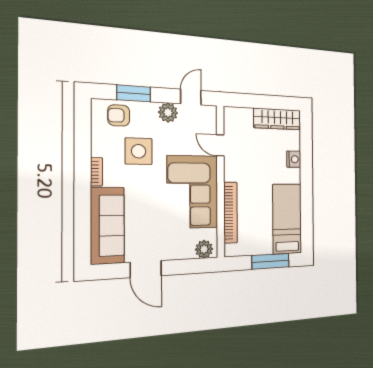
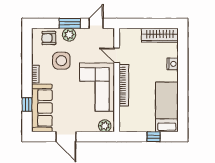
window: (134, 93) -> (70, 23), moved
plant: (168, 113) -> (69, 35), moved
bookcase: (230, 213) -> (124, 85), moved
window: (82, 221) -> (27, 104), added
window: (271, 261) -> (154, 137), width x0.46

